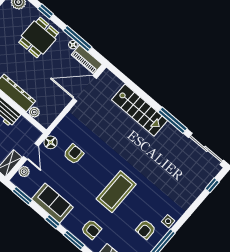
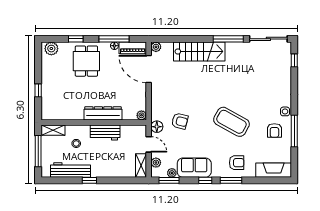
plant: (107, 75) -> (156, 47), added
door: (85, 88) -> (149, 69), hinge flipped
plant: (34, 112) -> (141, 115), moved
armchair: (74, 154) -> (180, 121), turned 104
plant: (30, 192) -> (172, 173), added
coffee table: (116, 192) -> (231, 122), turned -61

